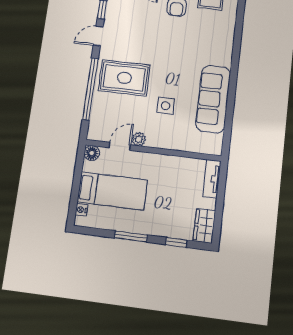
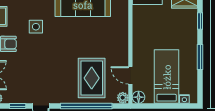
rug: (124, 78) -> (92, 78), moved
side table: (166, 106) -> (36, 27), moved
plant: (139, 139) -> (123, 98), moved

